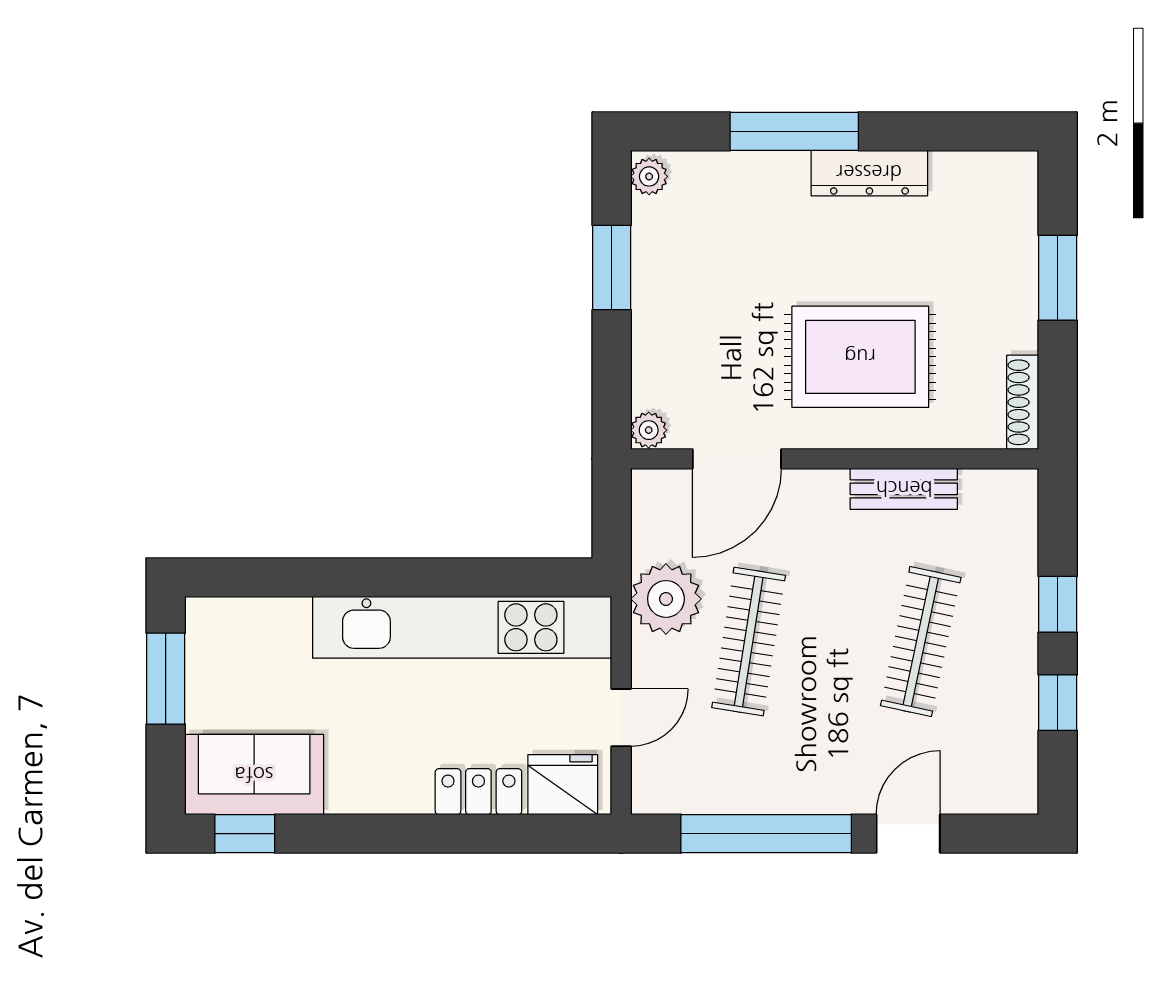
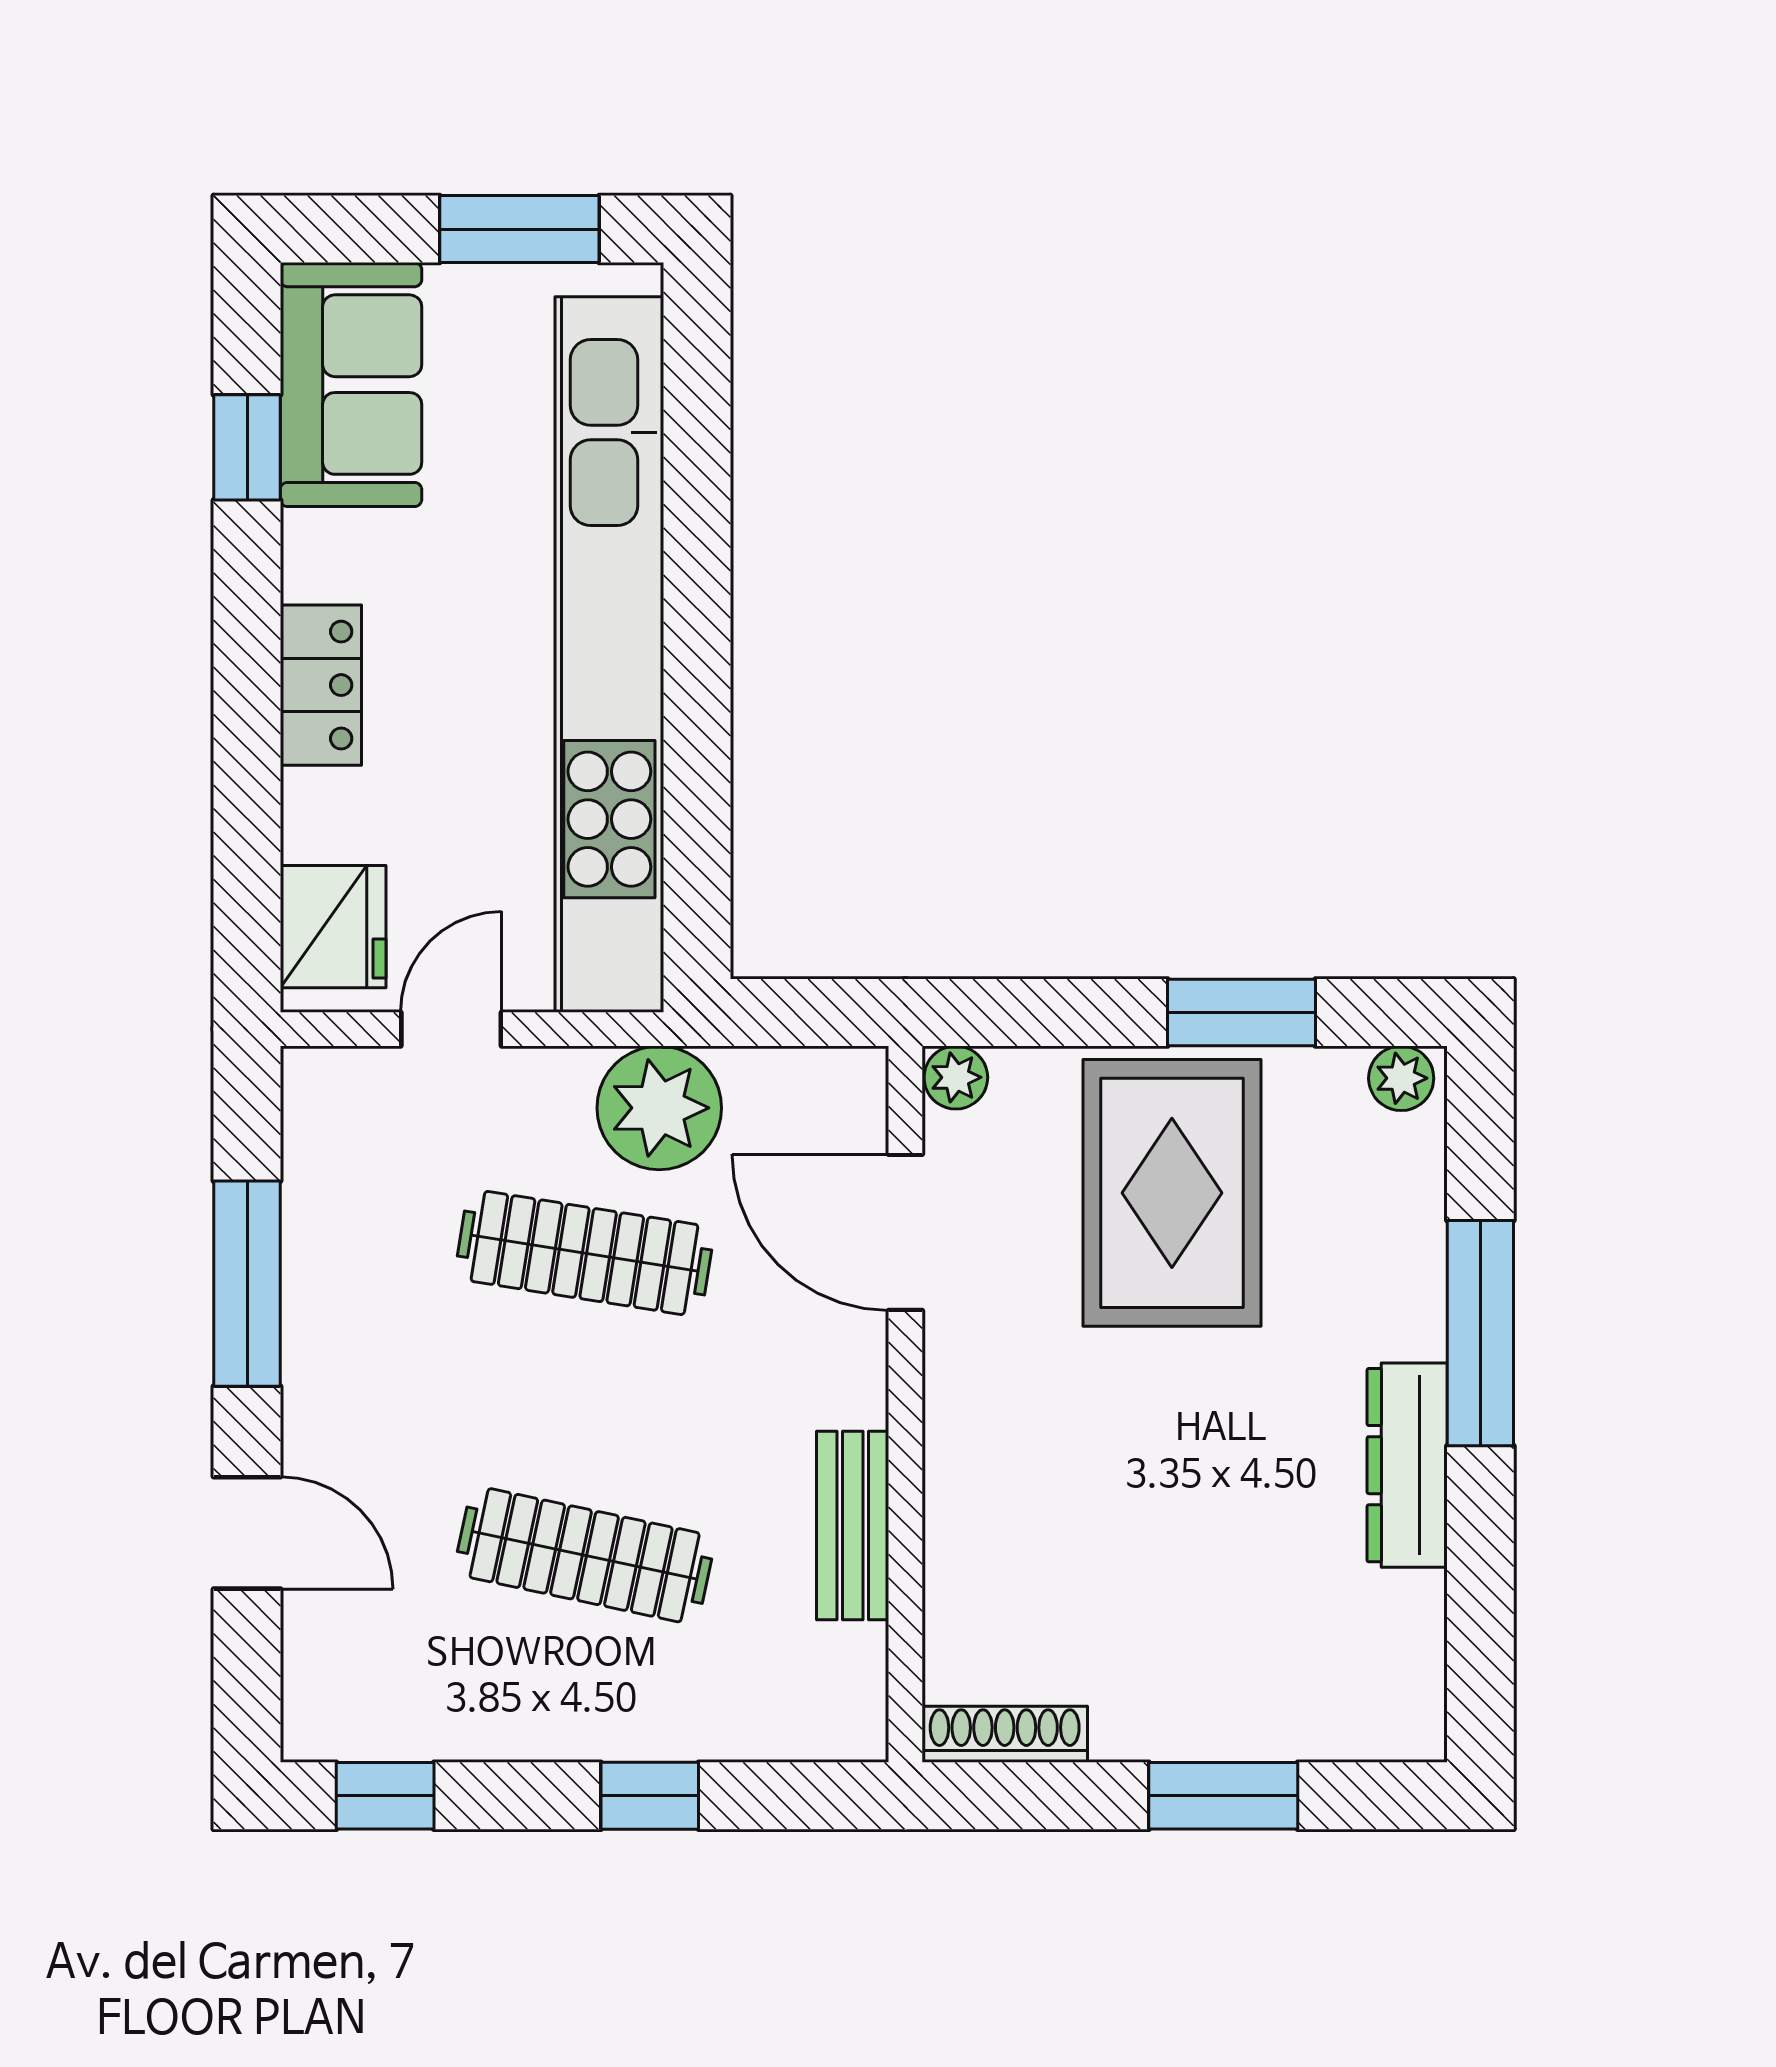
rug: (860, 357) -> (1172, 1193), moved
kitchen unit: (462, 627) -> (609, 654), width x1.36
window: (1058, 703) -> (385, 1796), moved
door: (621, 718) -> (451, 1029), swing flipped
locker: (478, 792) -> (321, 685), moved
window: (245, 834) -> (247, 447), moved
window: (766, 834) -> (247, 1284), width x0.68

